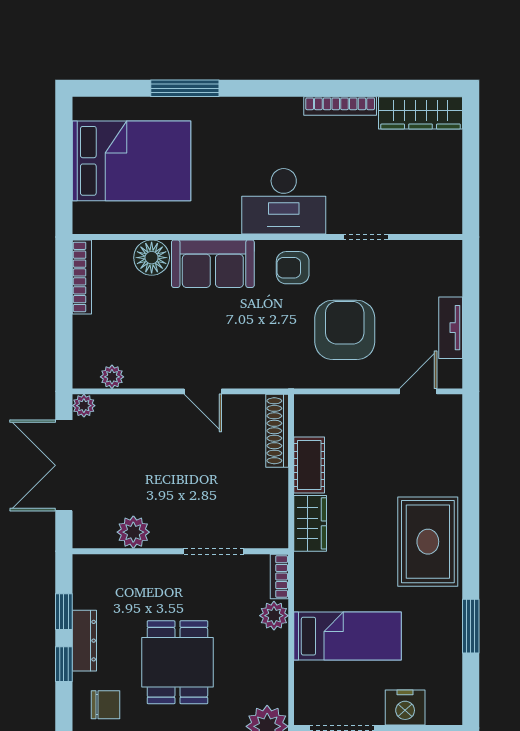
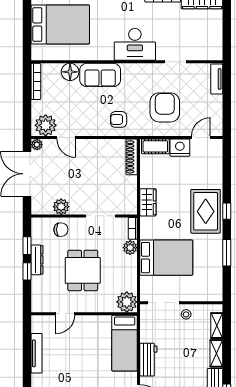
armchair: (293, 268) -> (119, 119), moved
tv unit: (451, 328) -> (217, 79), moved
plant: (112, 377) -> (46, 125), width x1.88, depth x1.88
door: (203, 391) -> (66, 138), moved
cot: (309, 465) -> (155, 146), moved, turned 90
window: (471, 541) -> (227, 211), added
bed: (348, 636) -> (166, 258), width x1.50
chair: (105, 705) -> (61, 230), moved
nightstand: (405, 708) -> (180, 148), moved, turned 180

